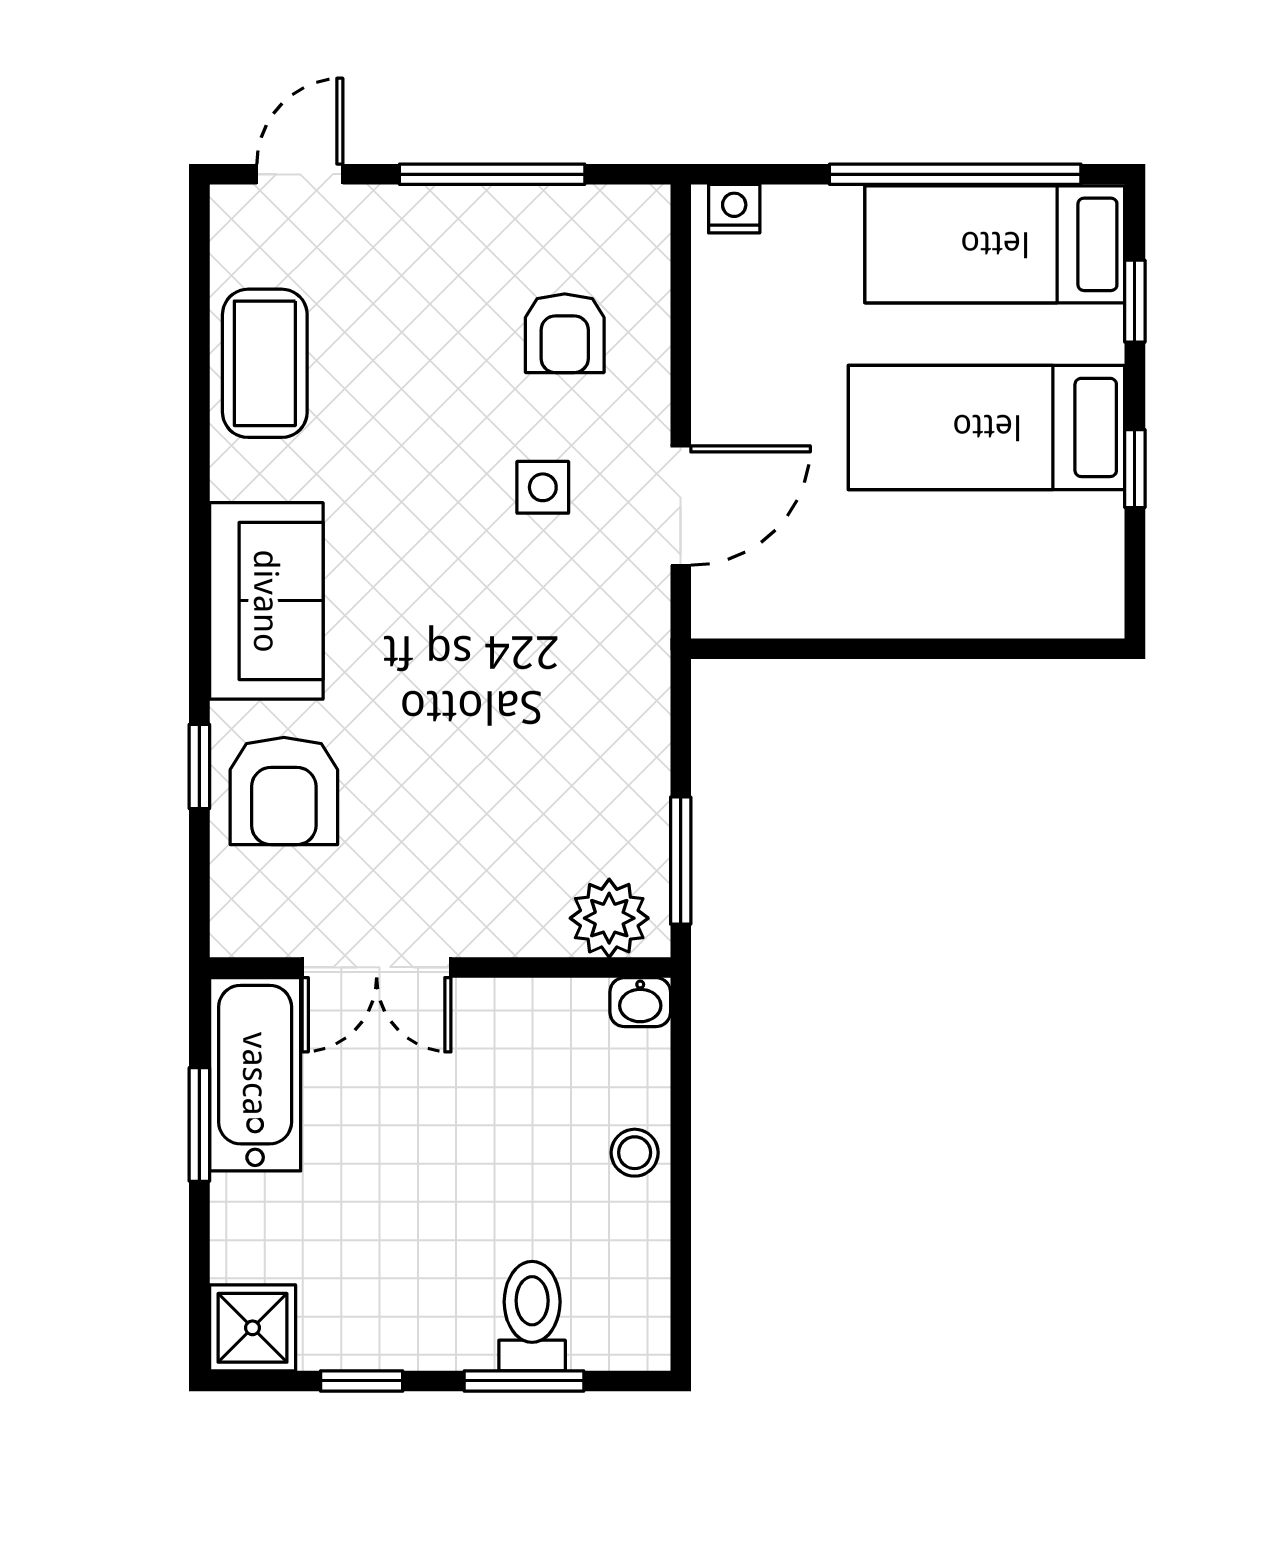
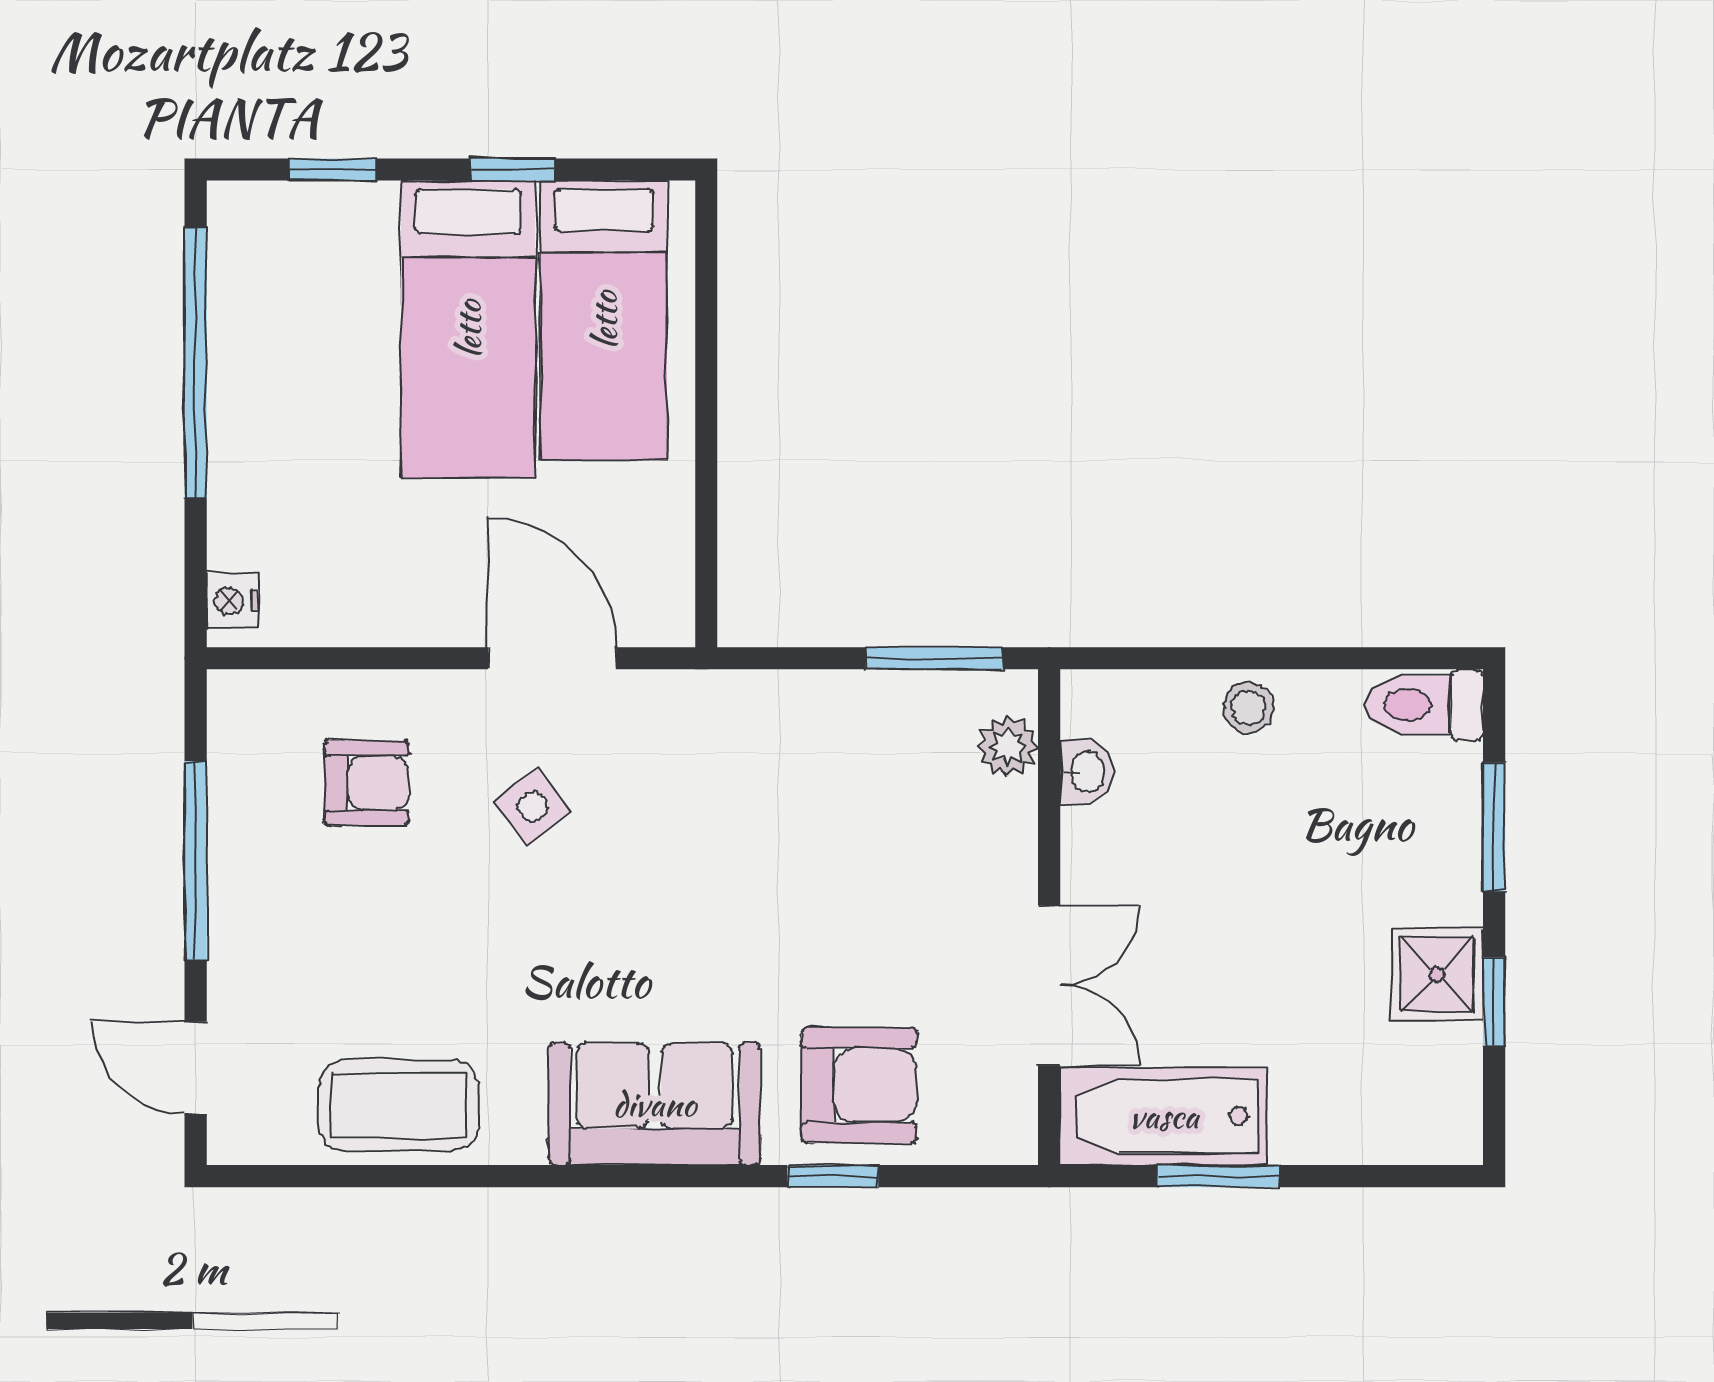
bed: (995, 244) -> (604, 320), moved
side table: (543, 487) -> (532, 807), turned -38
plant: (609, 918) -> (1008, 747), width x0.73, depth x0.73
washbasin: (640, 1002) -> (1086, 772), moved
toilet: (532, 1316) -> (1424, 705), moved
shower: (253, 1328) -> (1437, 975), moved

